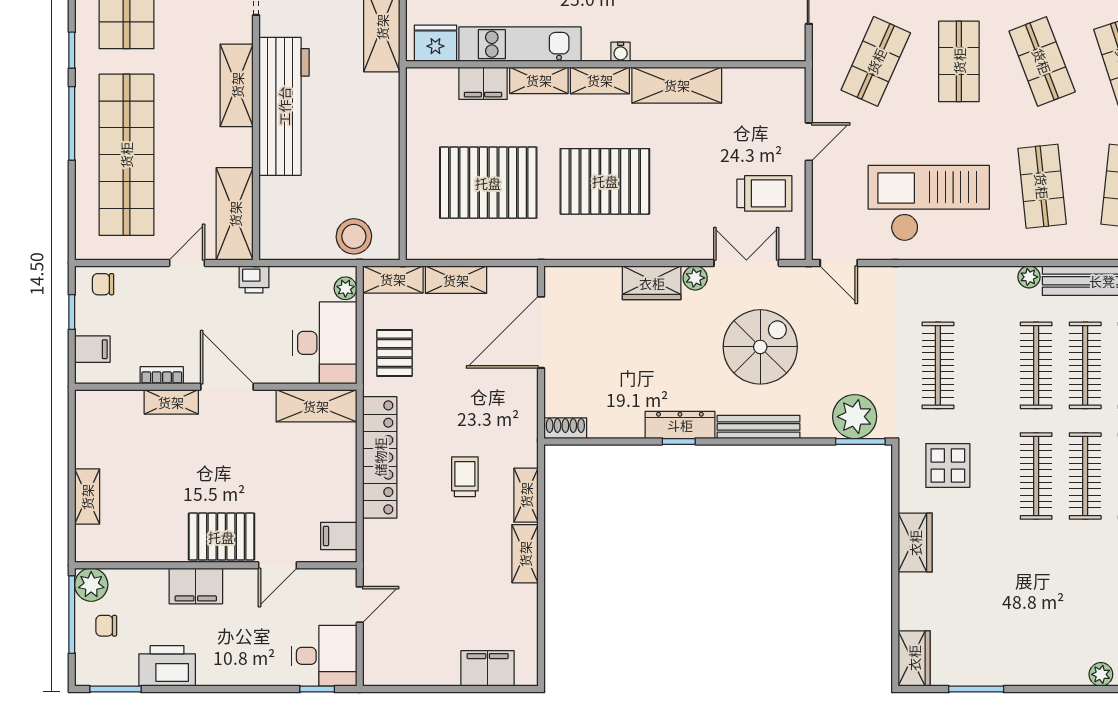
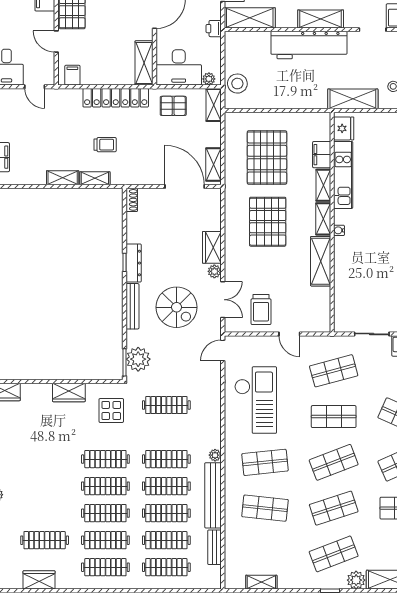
shop shelf: (876, 61) -> (334, 371), turned -39
shelving: (456, 280) -> (214, 165), moved

